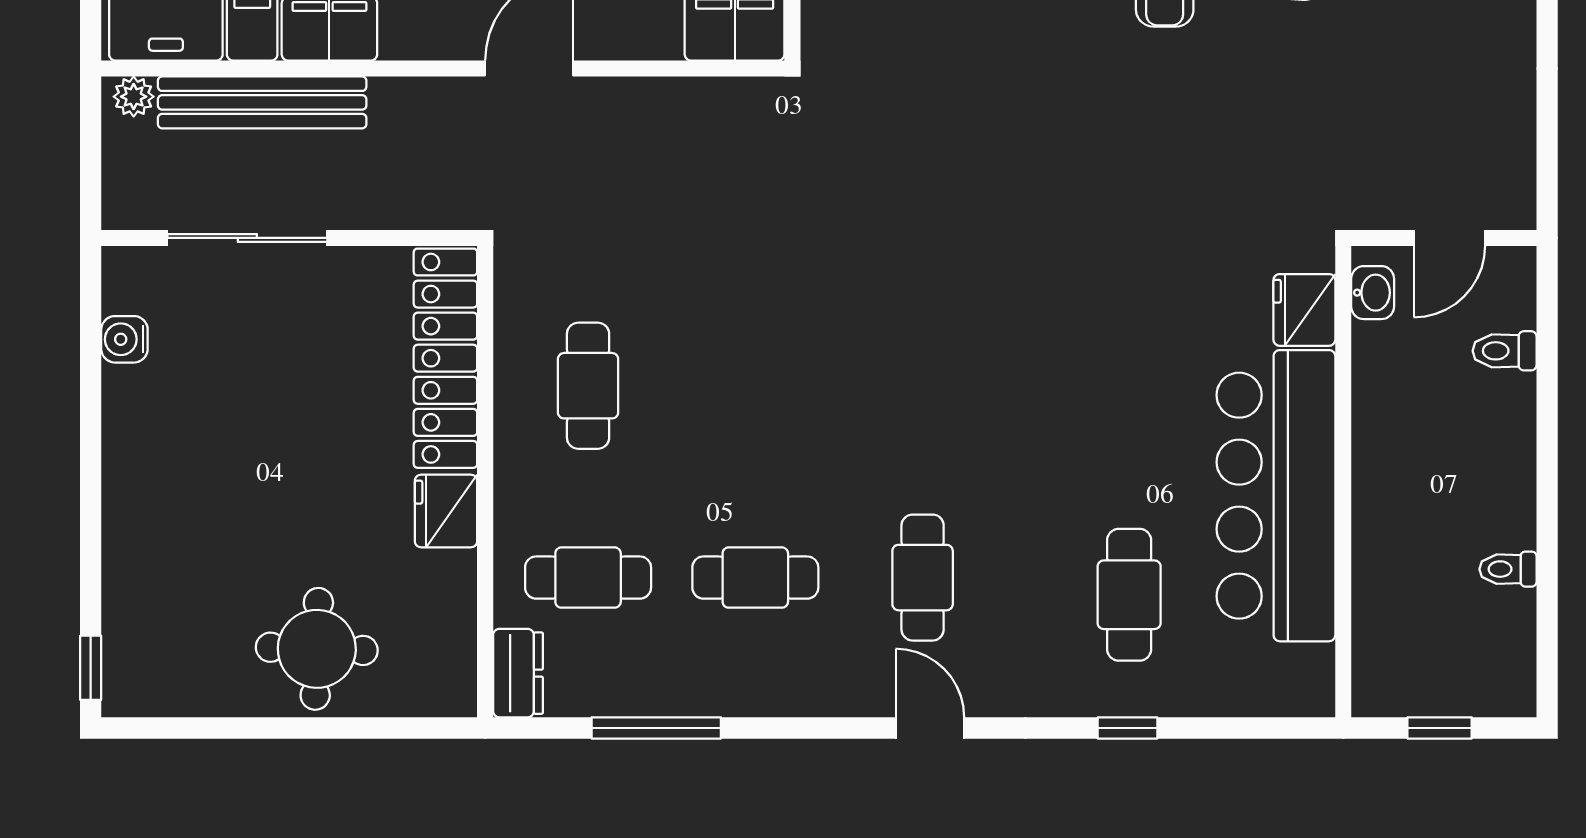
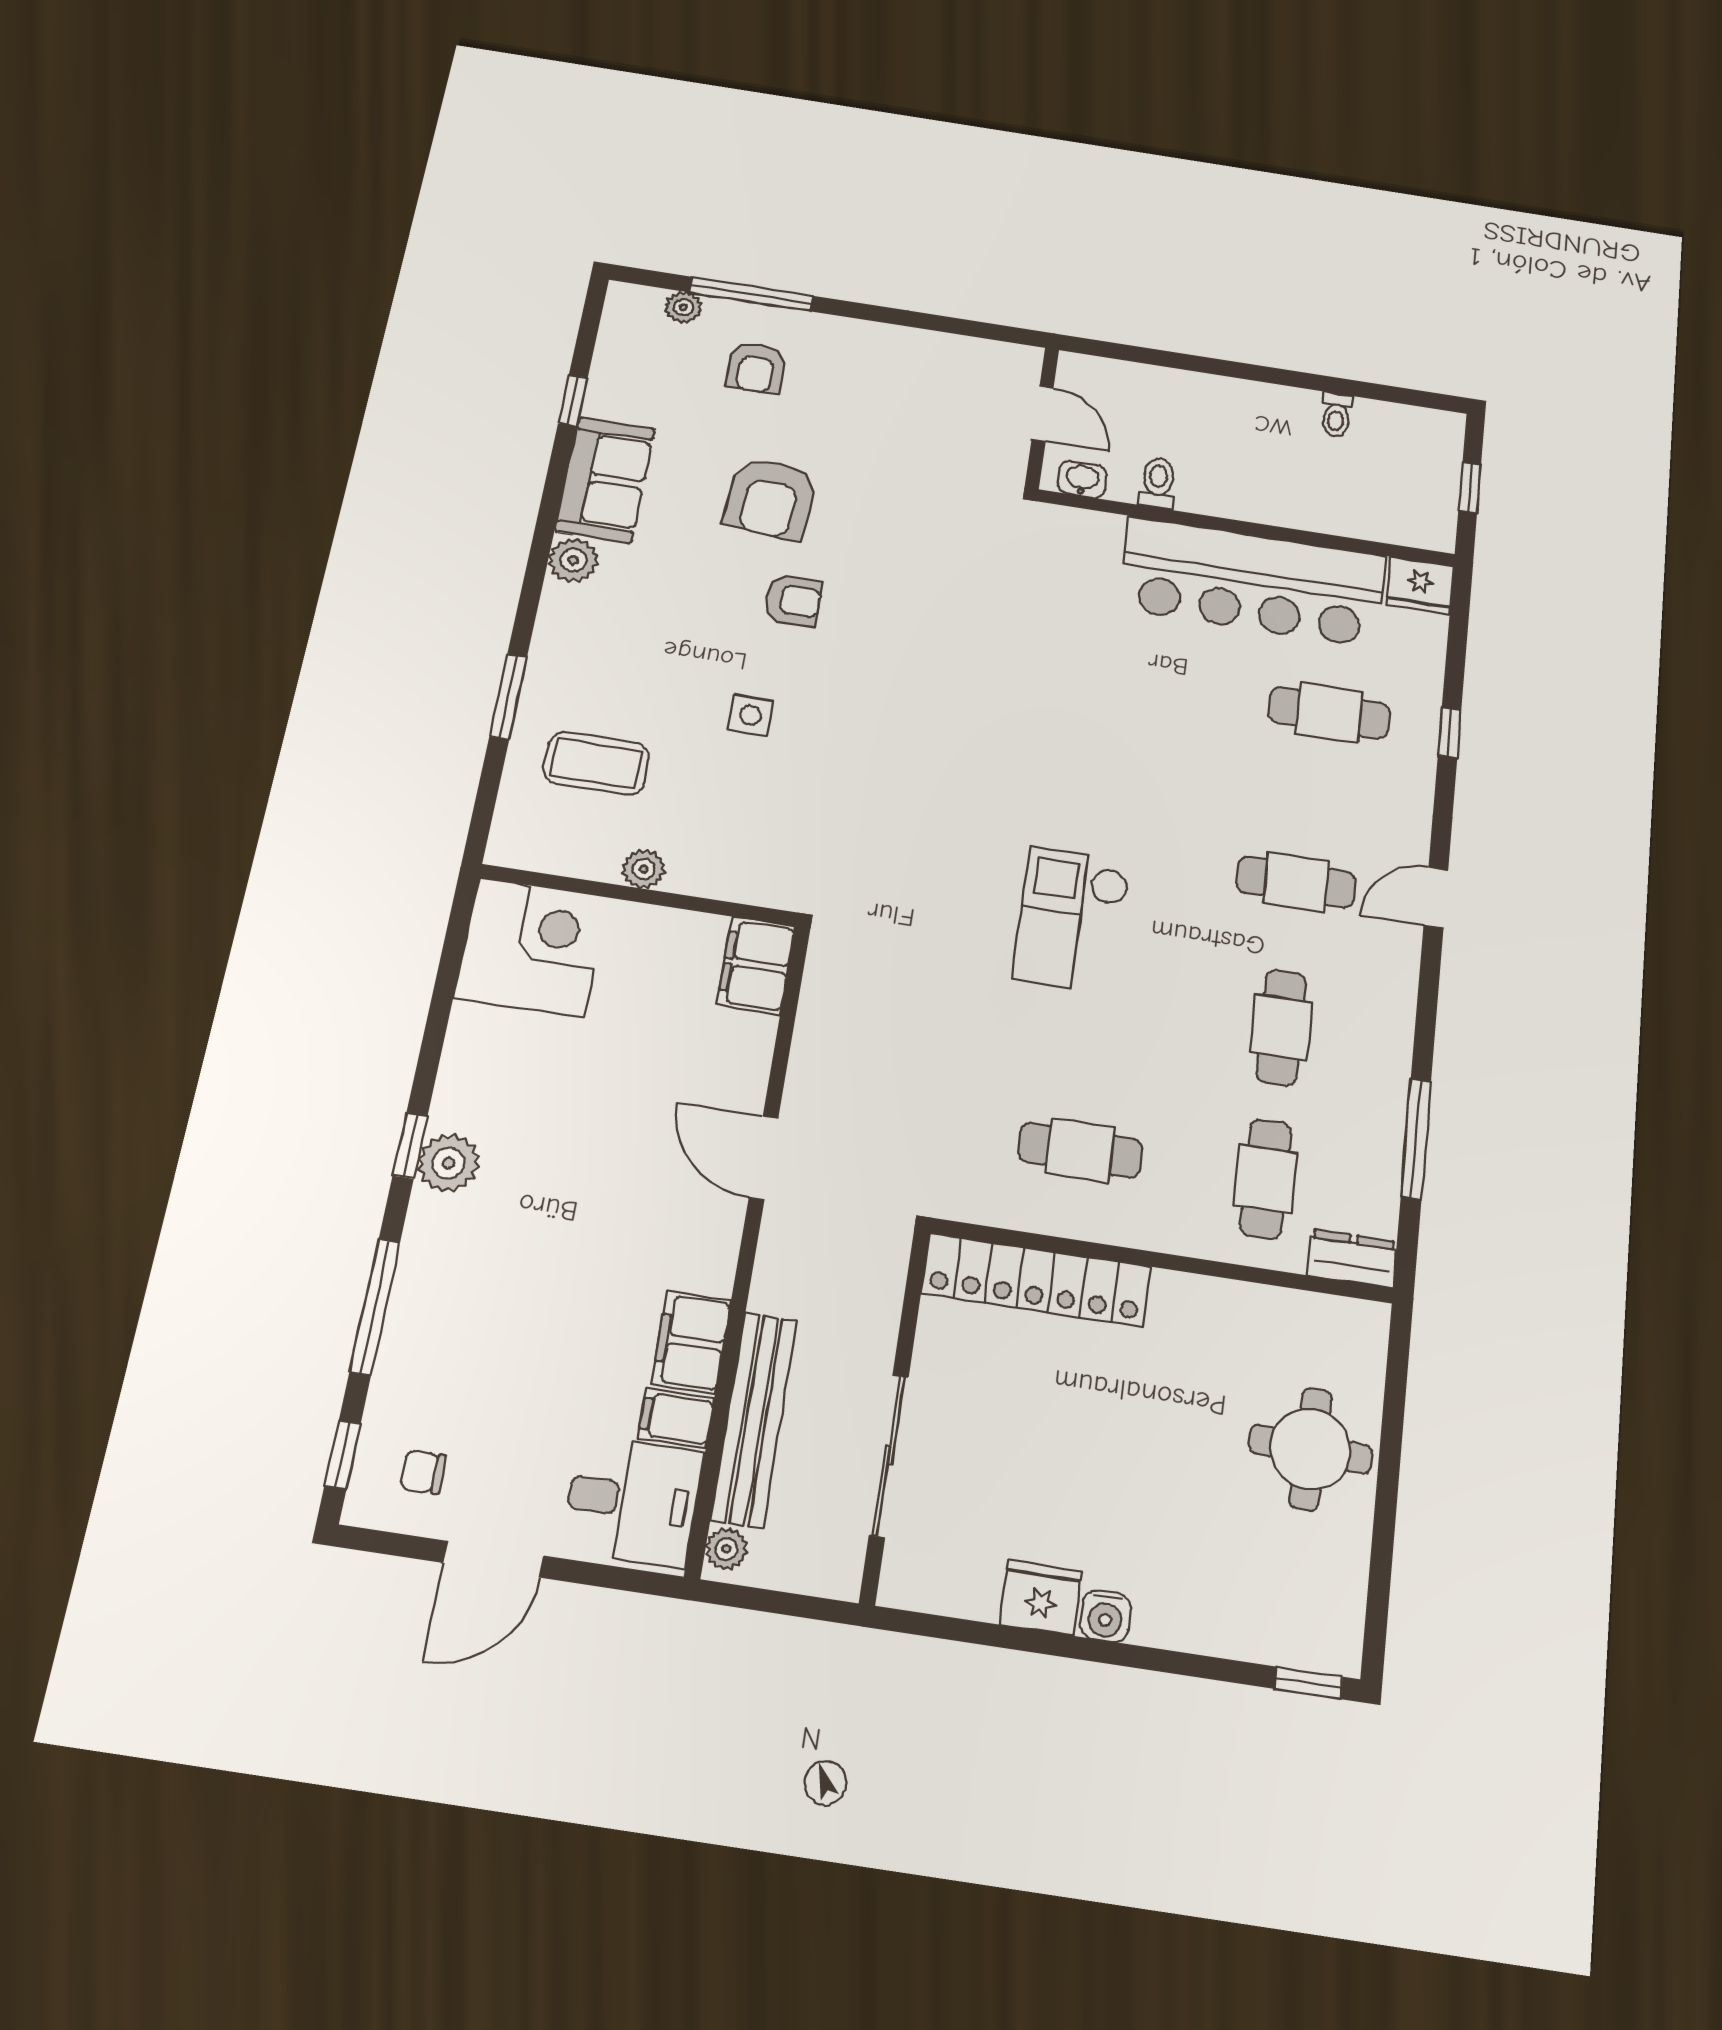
fridge: (1304, 310) -> (1420, 585), moved
water cooler: (124, 339) -> (1105, 1616), moved
checkout: (840, 346) -> (1072, 920), added
toilet: (1505, 351) -> (1158, 483), moved, turned 180
fridge: (446, 511) -> (1041, 1598), moved, turned 180

